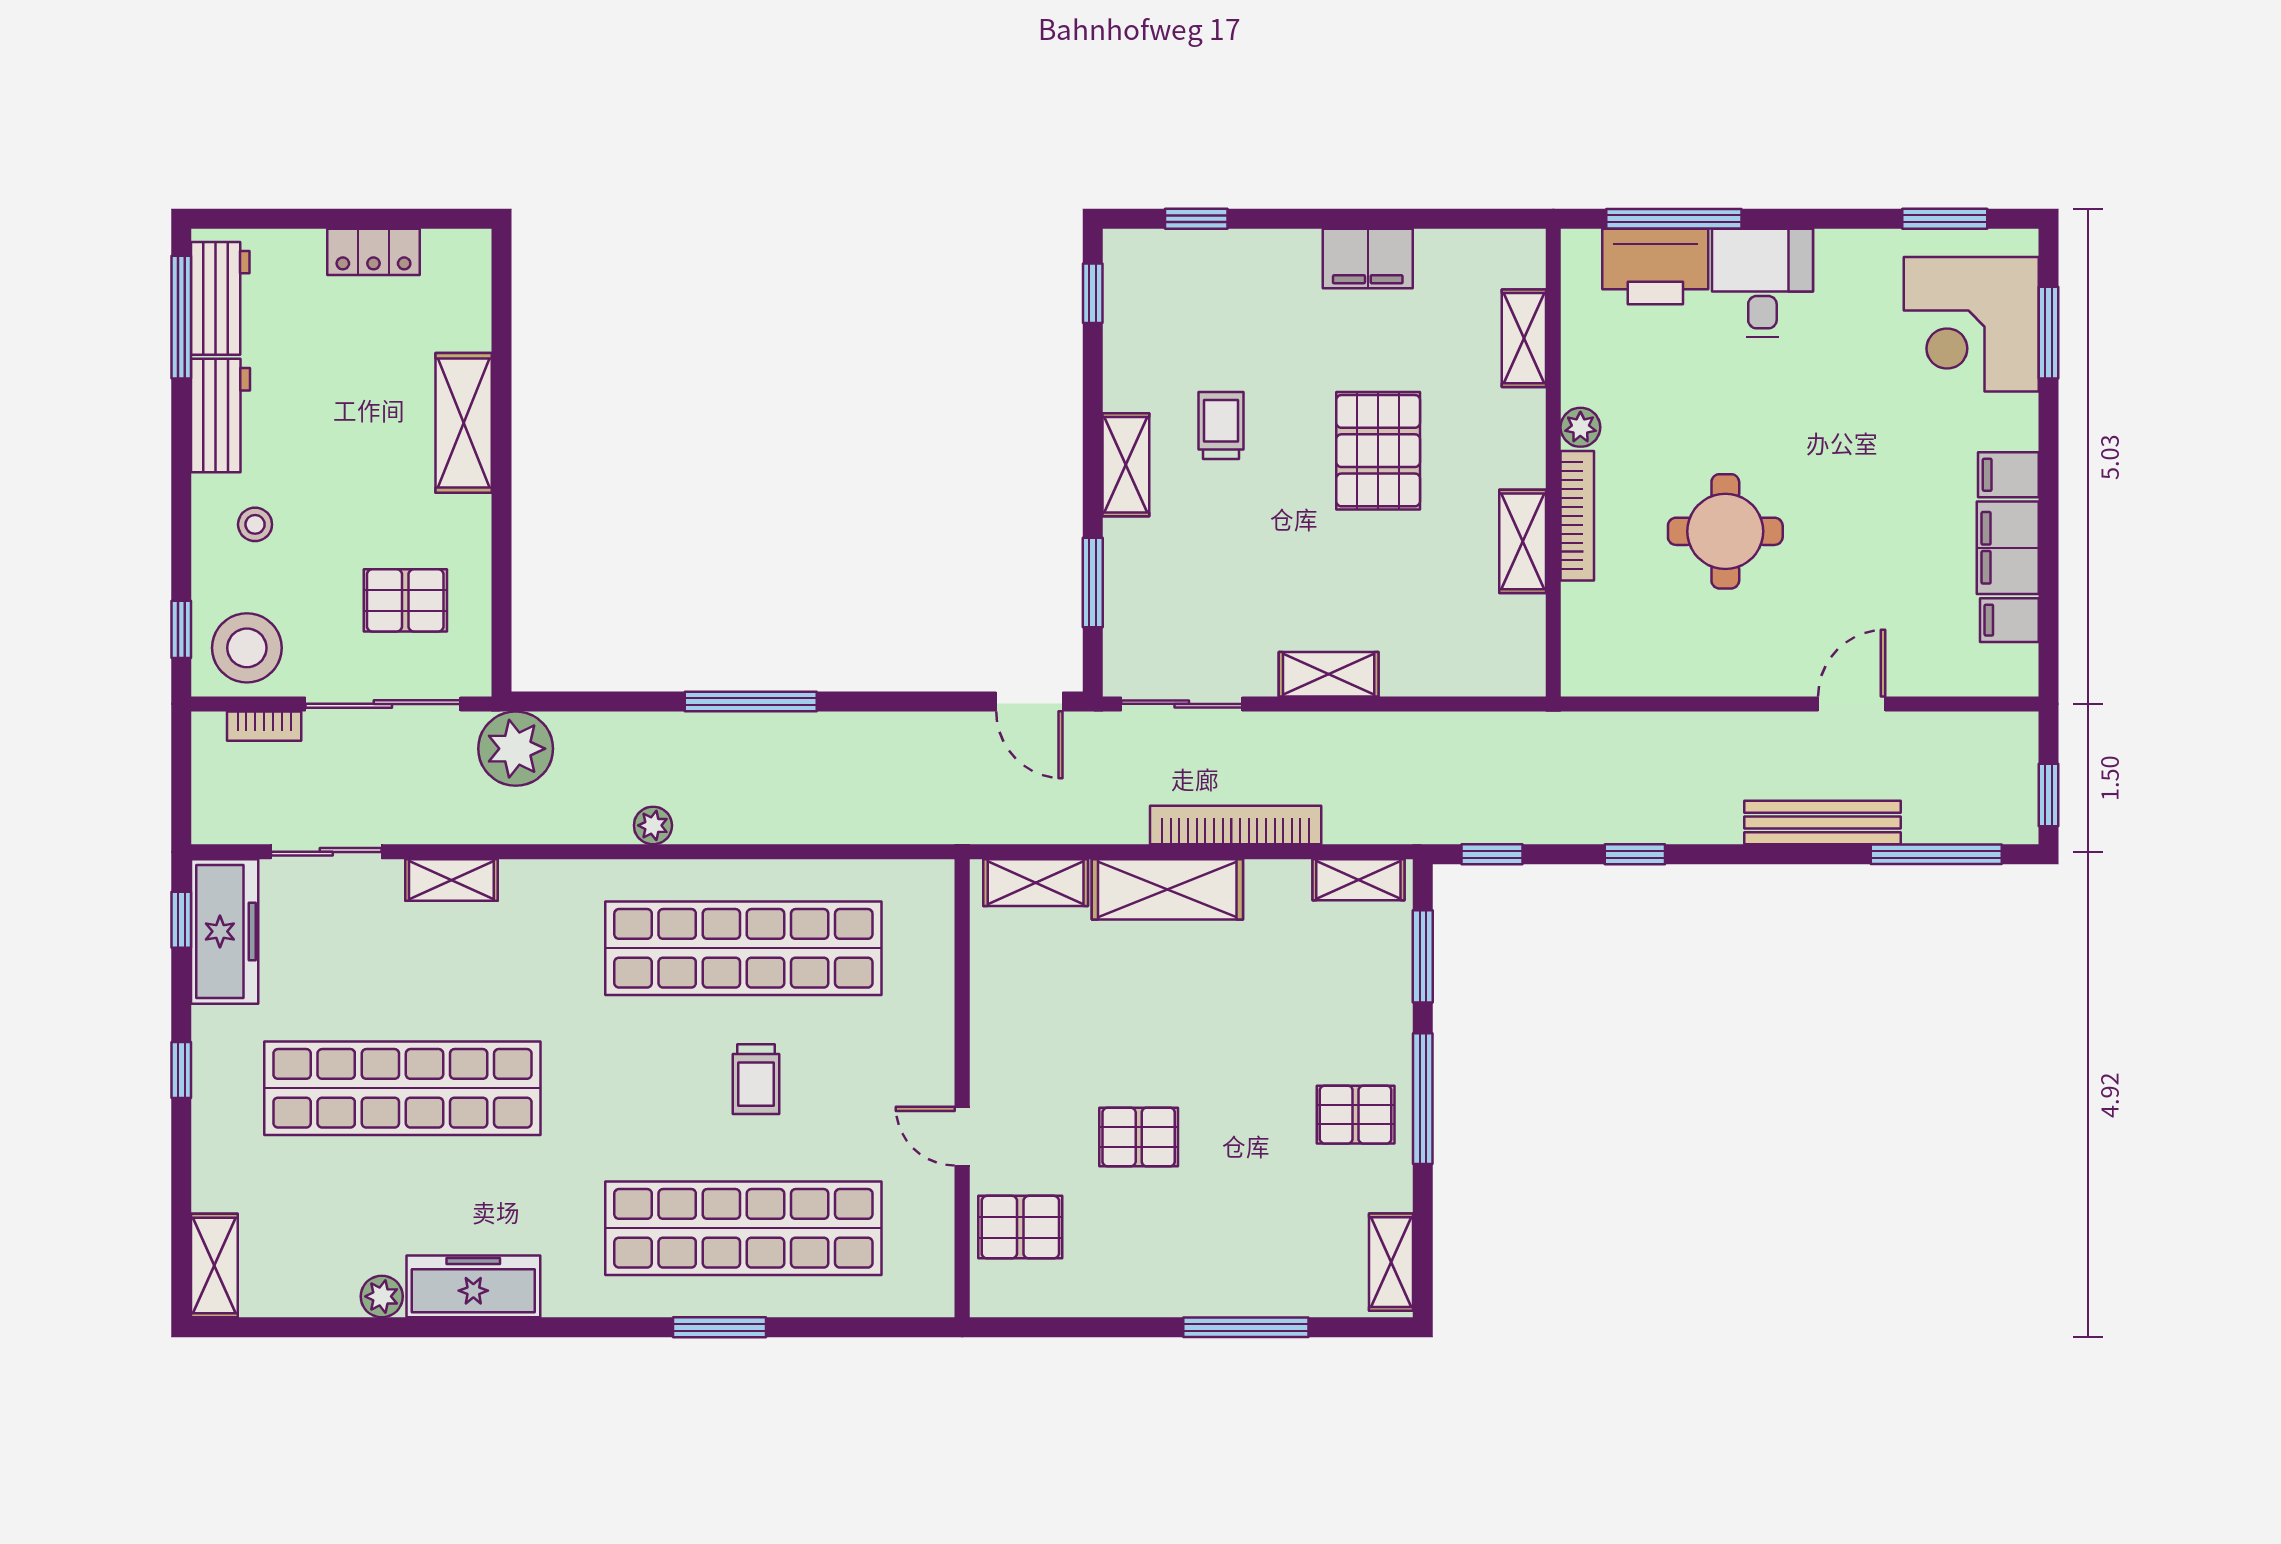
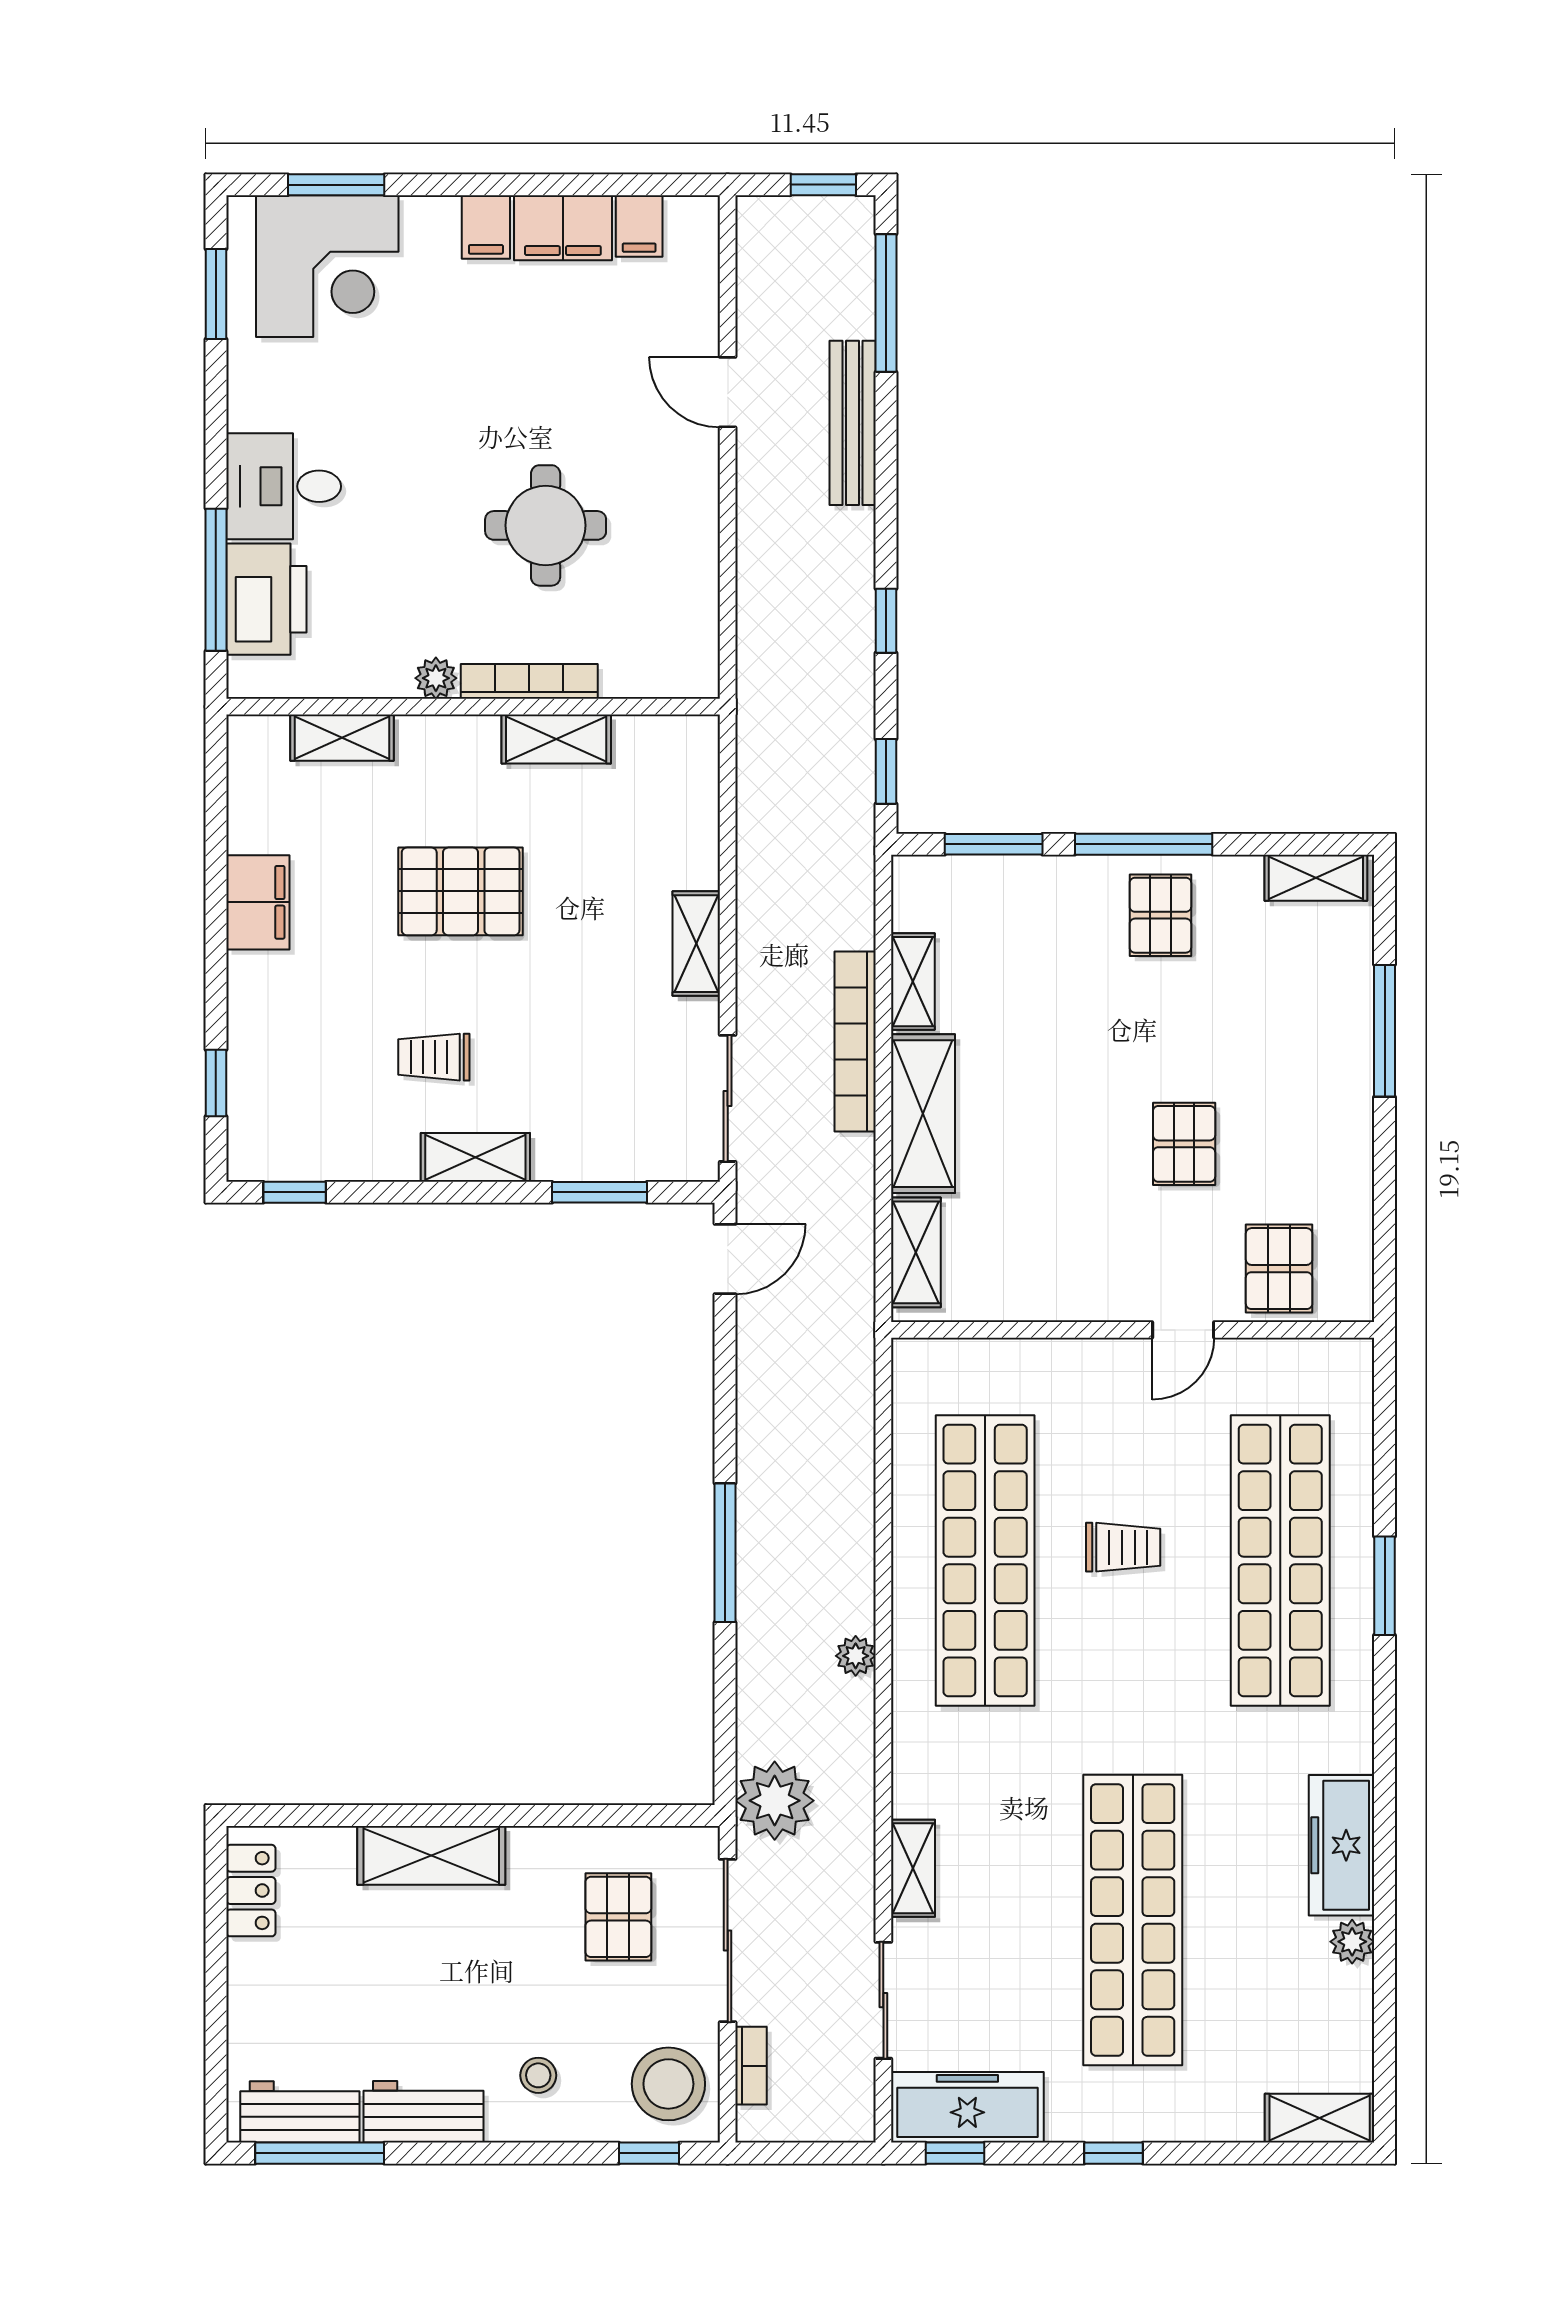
locker: (373, 252) -> (251, 1891), moved
shelving: (1358, 880) -> (913, 982), moved

